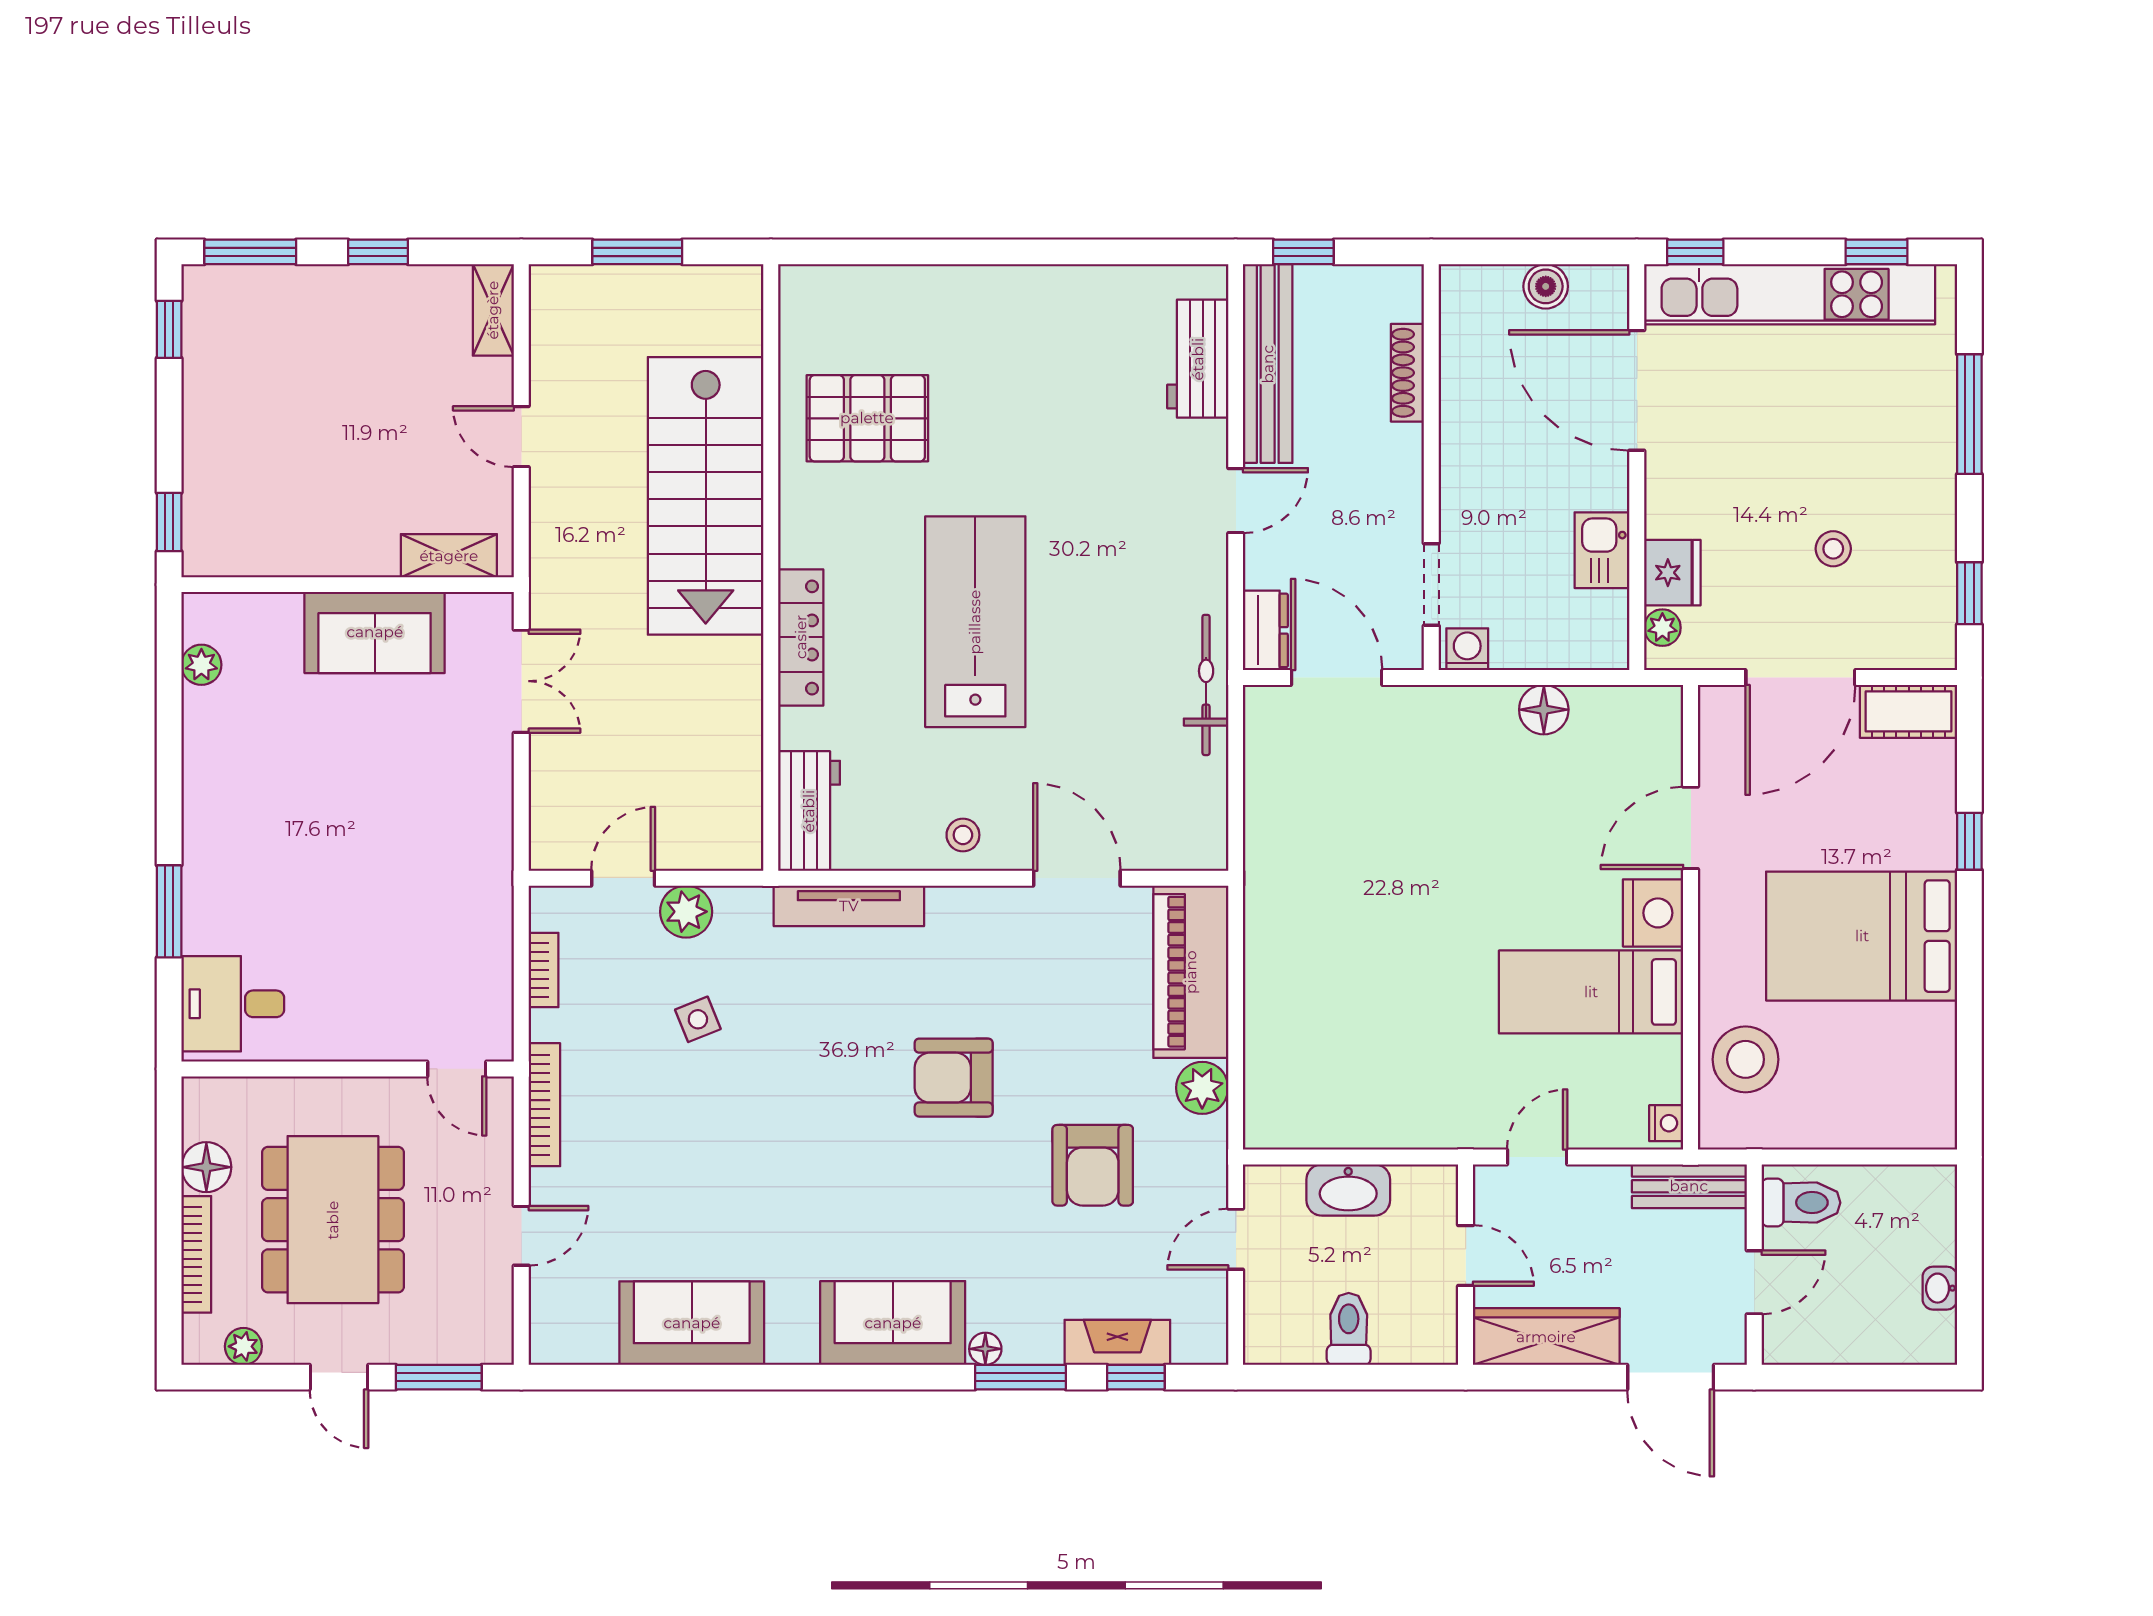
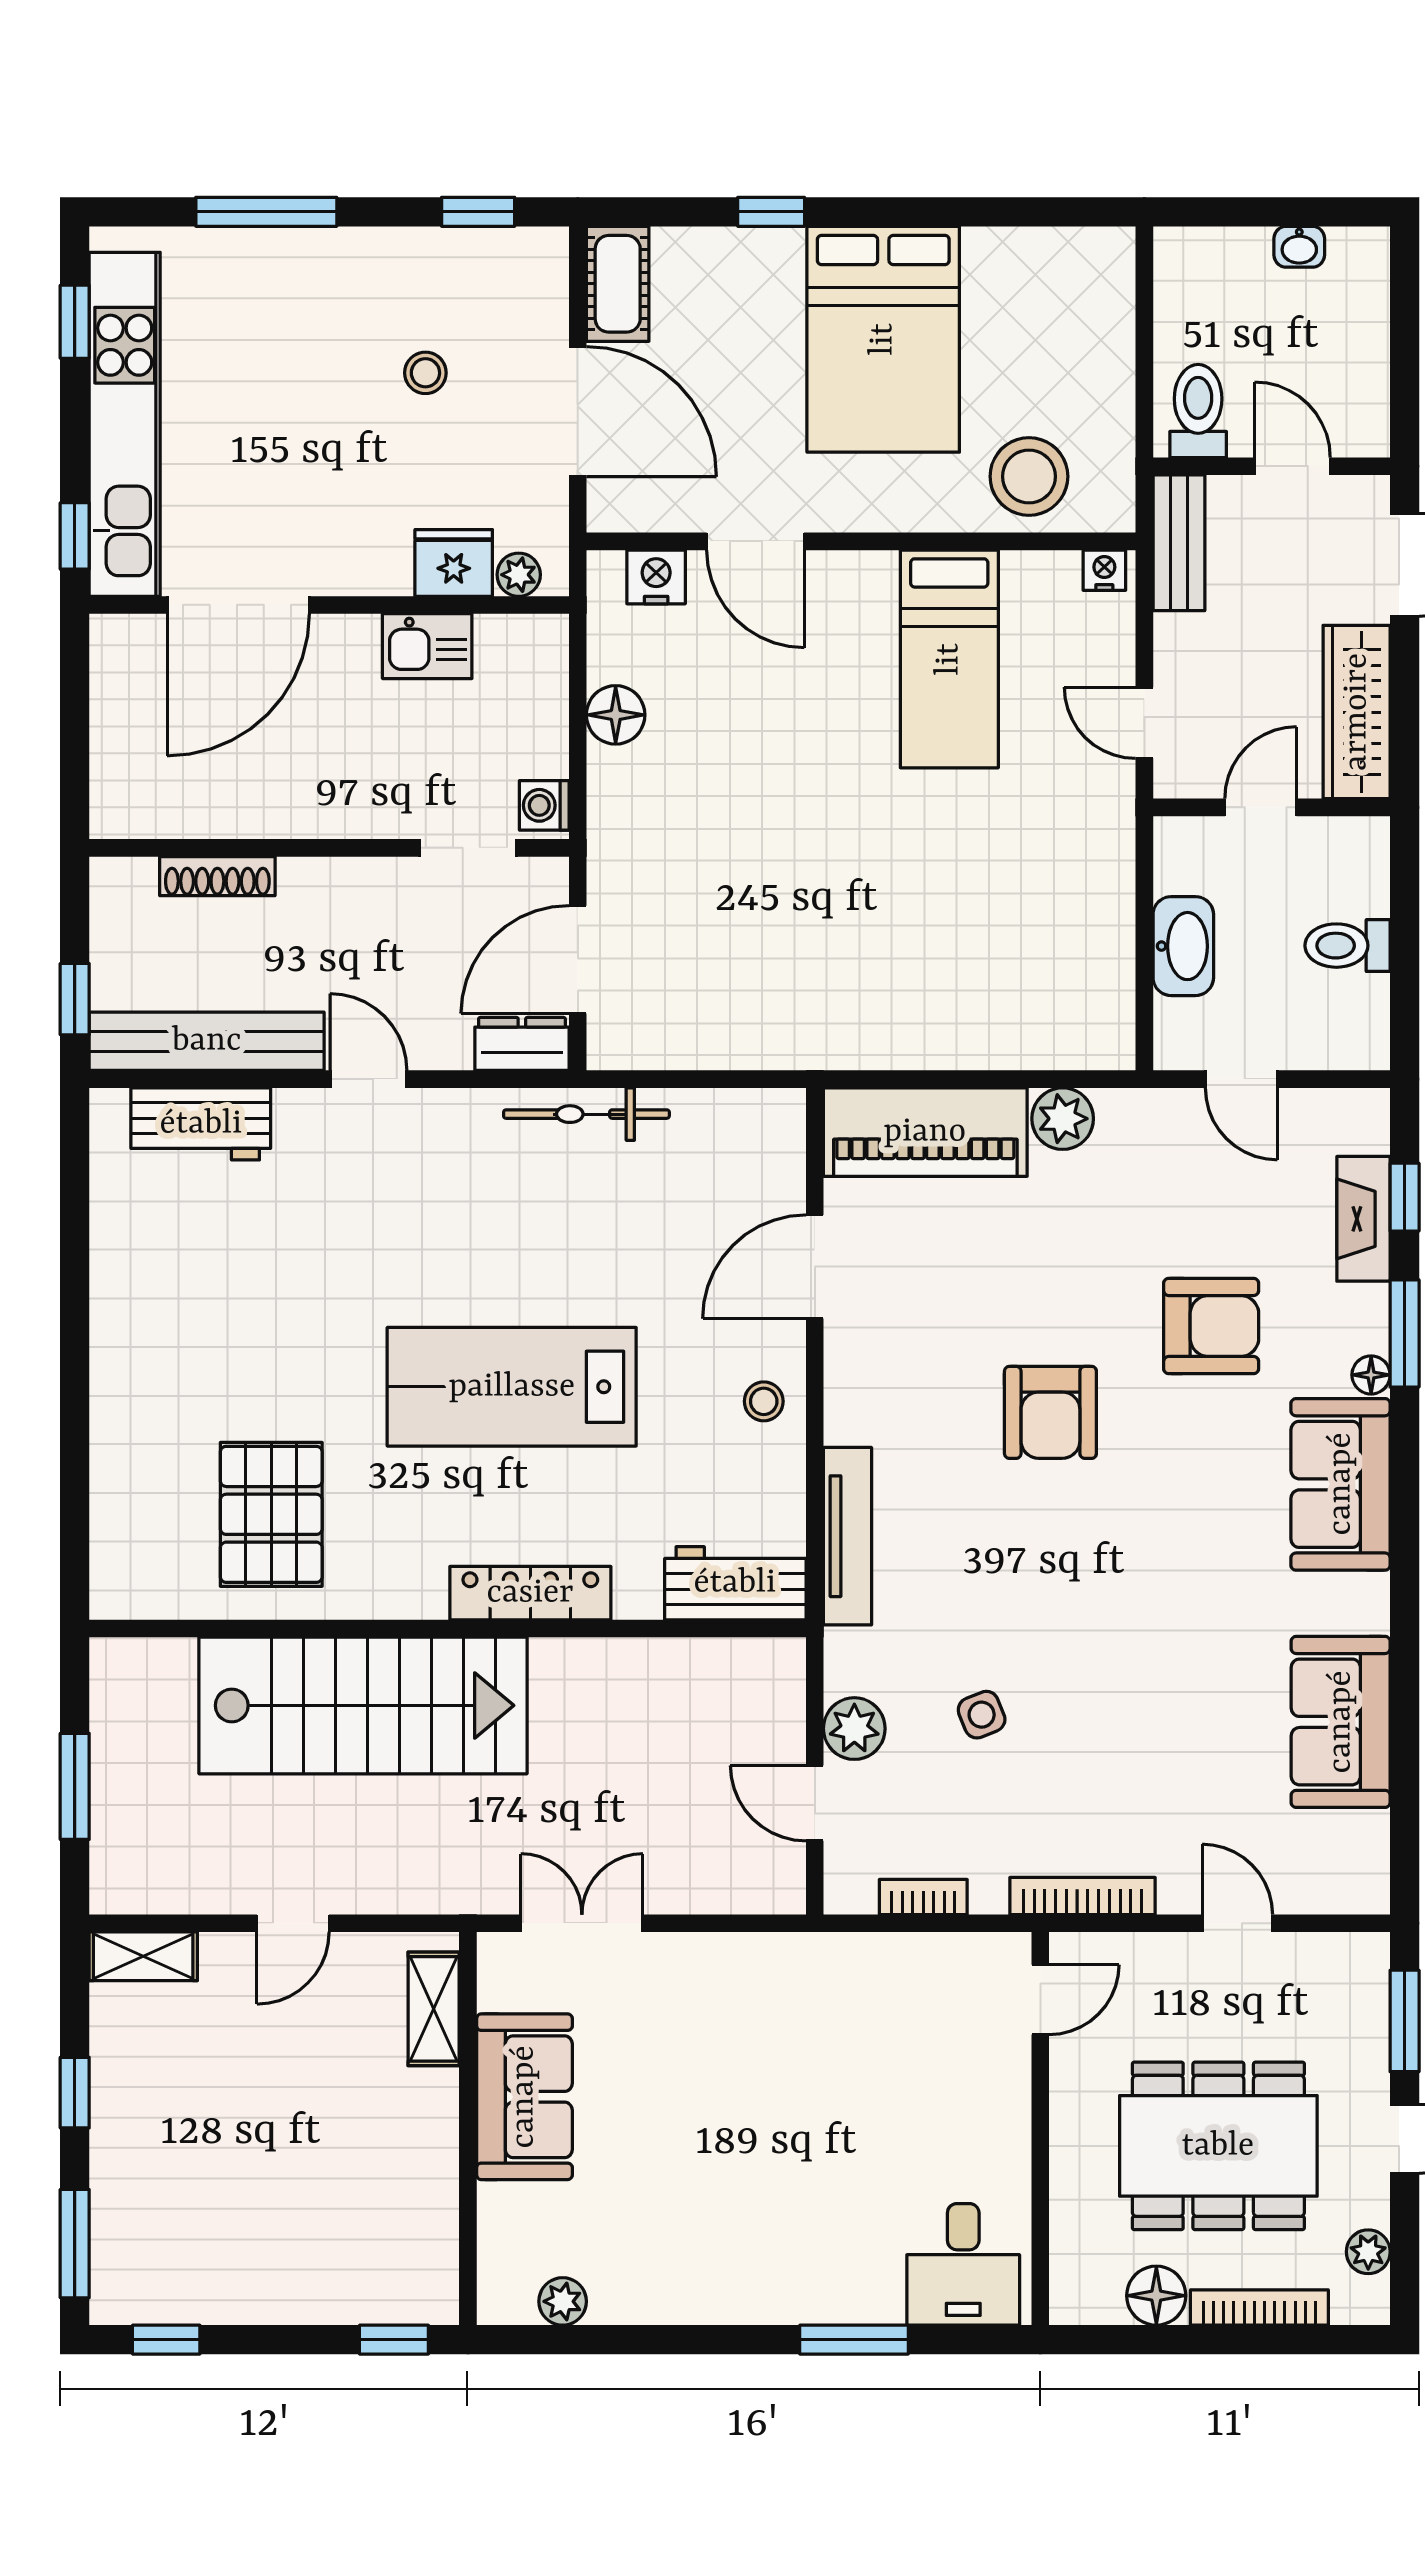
boiler: (1546, 286) -> (115, 713), removed
nightstand: (1653, 913) -> (656, 577), moved, width x0.74, depth x0.75
armchair: (1093, 1165) -> (1211, 1326), moved

